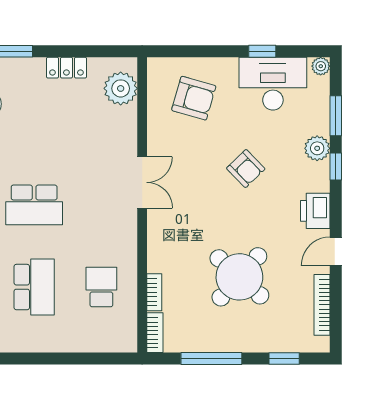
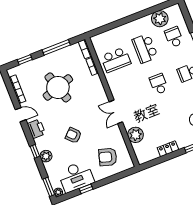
plant: (121, 88) -> (136, 135), moved
window: (336, 116) -> (49, 187), moved
school desk: (34, 205) -> (159, 84), width x0.54
door: (336, 251) -> (21, 115), hinge flipped
round table: (239, 277) -> (58, 87), turned 30
school desk: (101, 287) -> (116, 60), width x1.85

